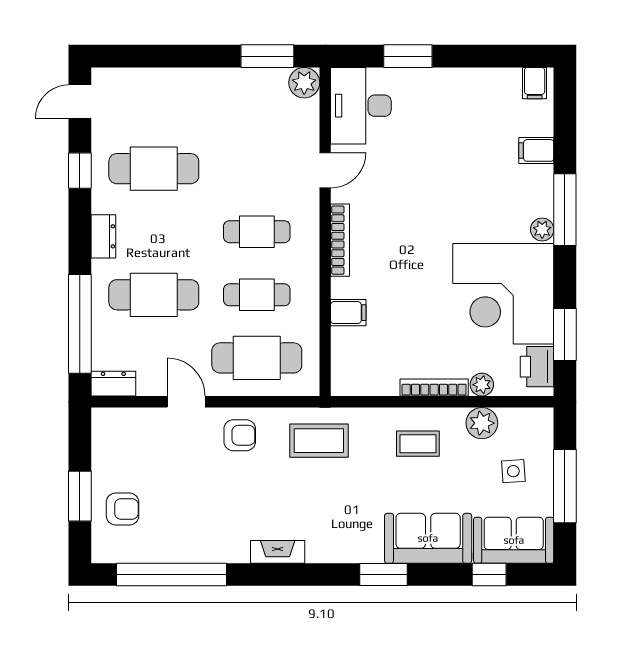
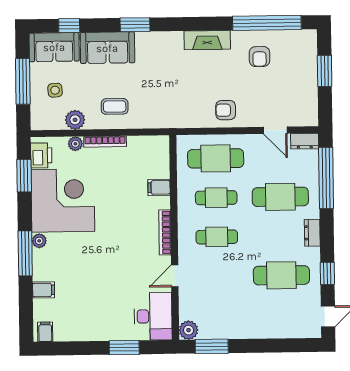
door: (186, 402) -> (275, 130), moved
coffee table: (319, 441) -> (176, 107), removed
armchair: (123, 509) -> (260, 57), moved, turned -90
fireplace: (278, 552) -> (207, 40), width x1.37, depth x1.32

